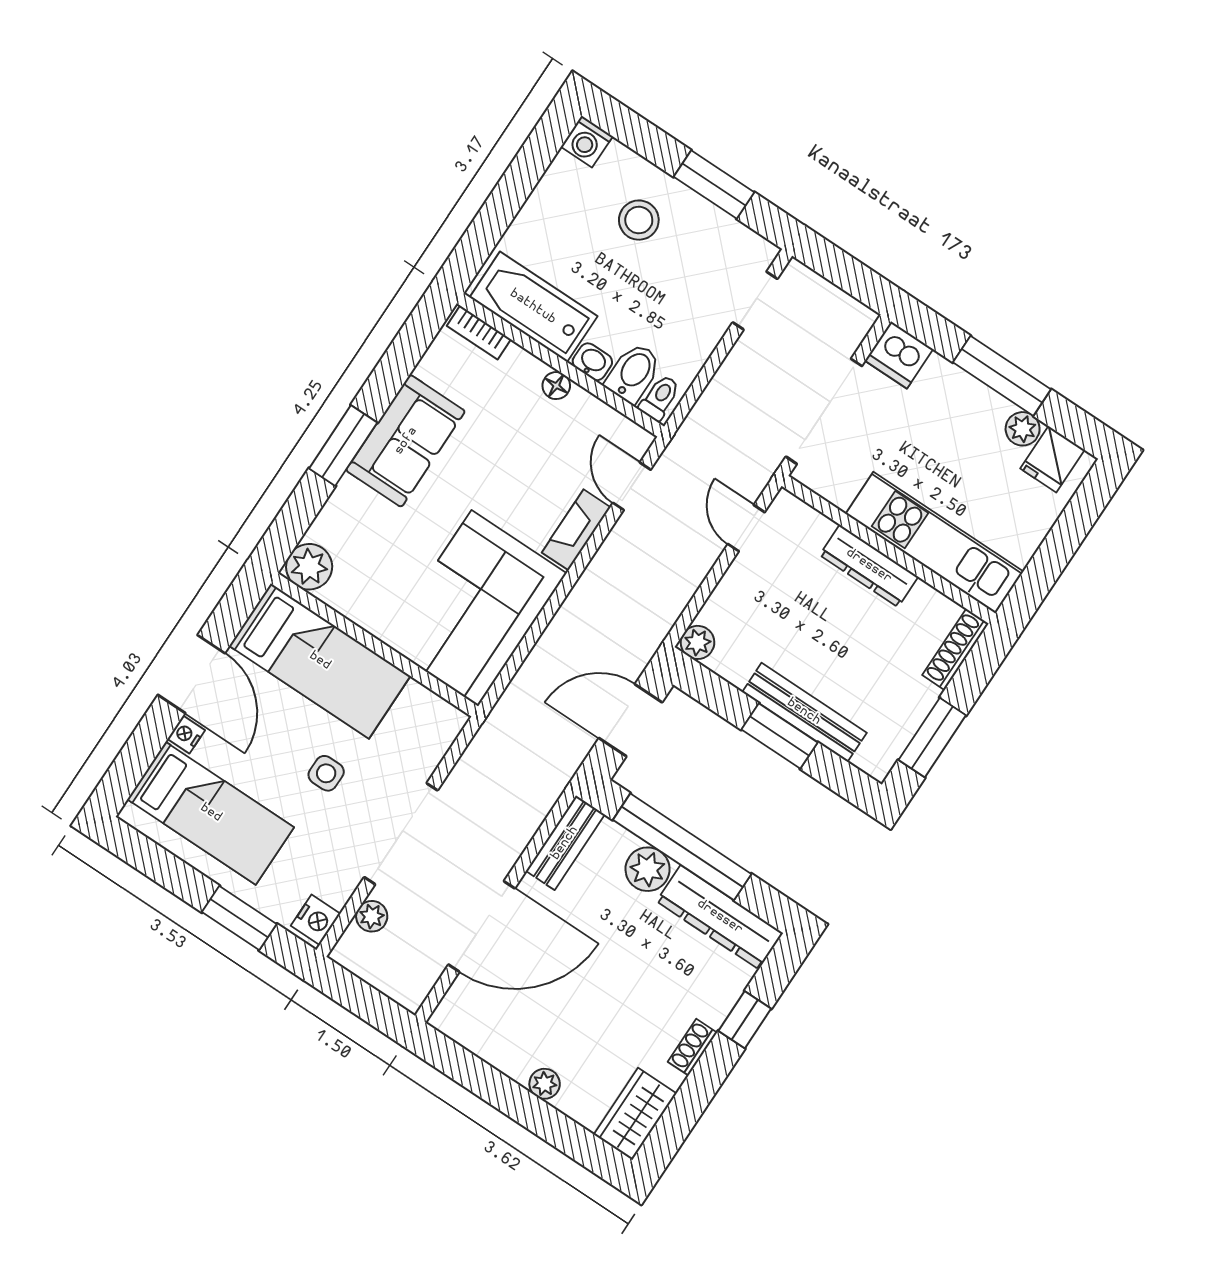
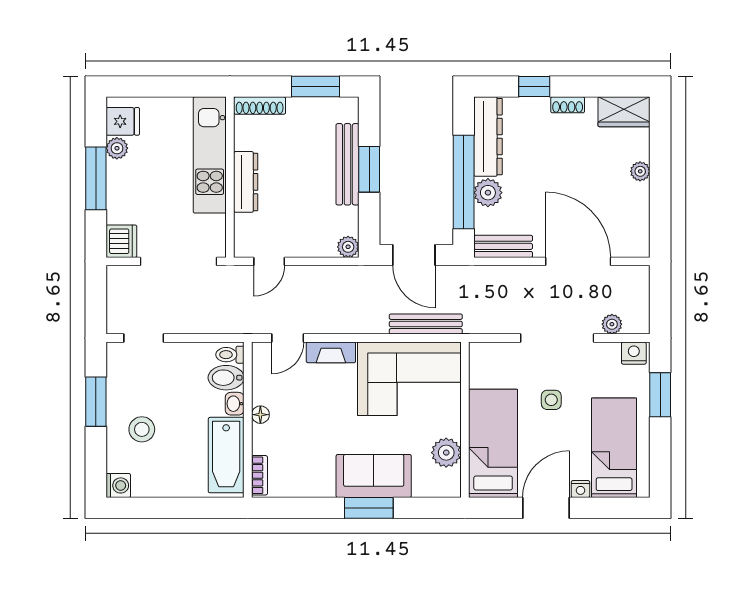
sofa: (406, 441) -> (374, 476), moved
plant: (309, 567) -> (446, 453), moved
bench: (531, 676) -> (426, 324), added

